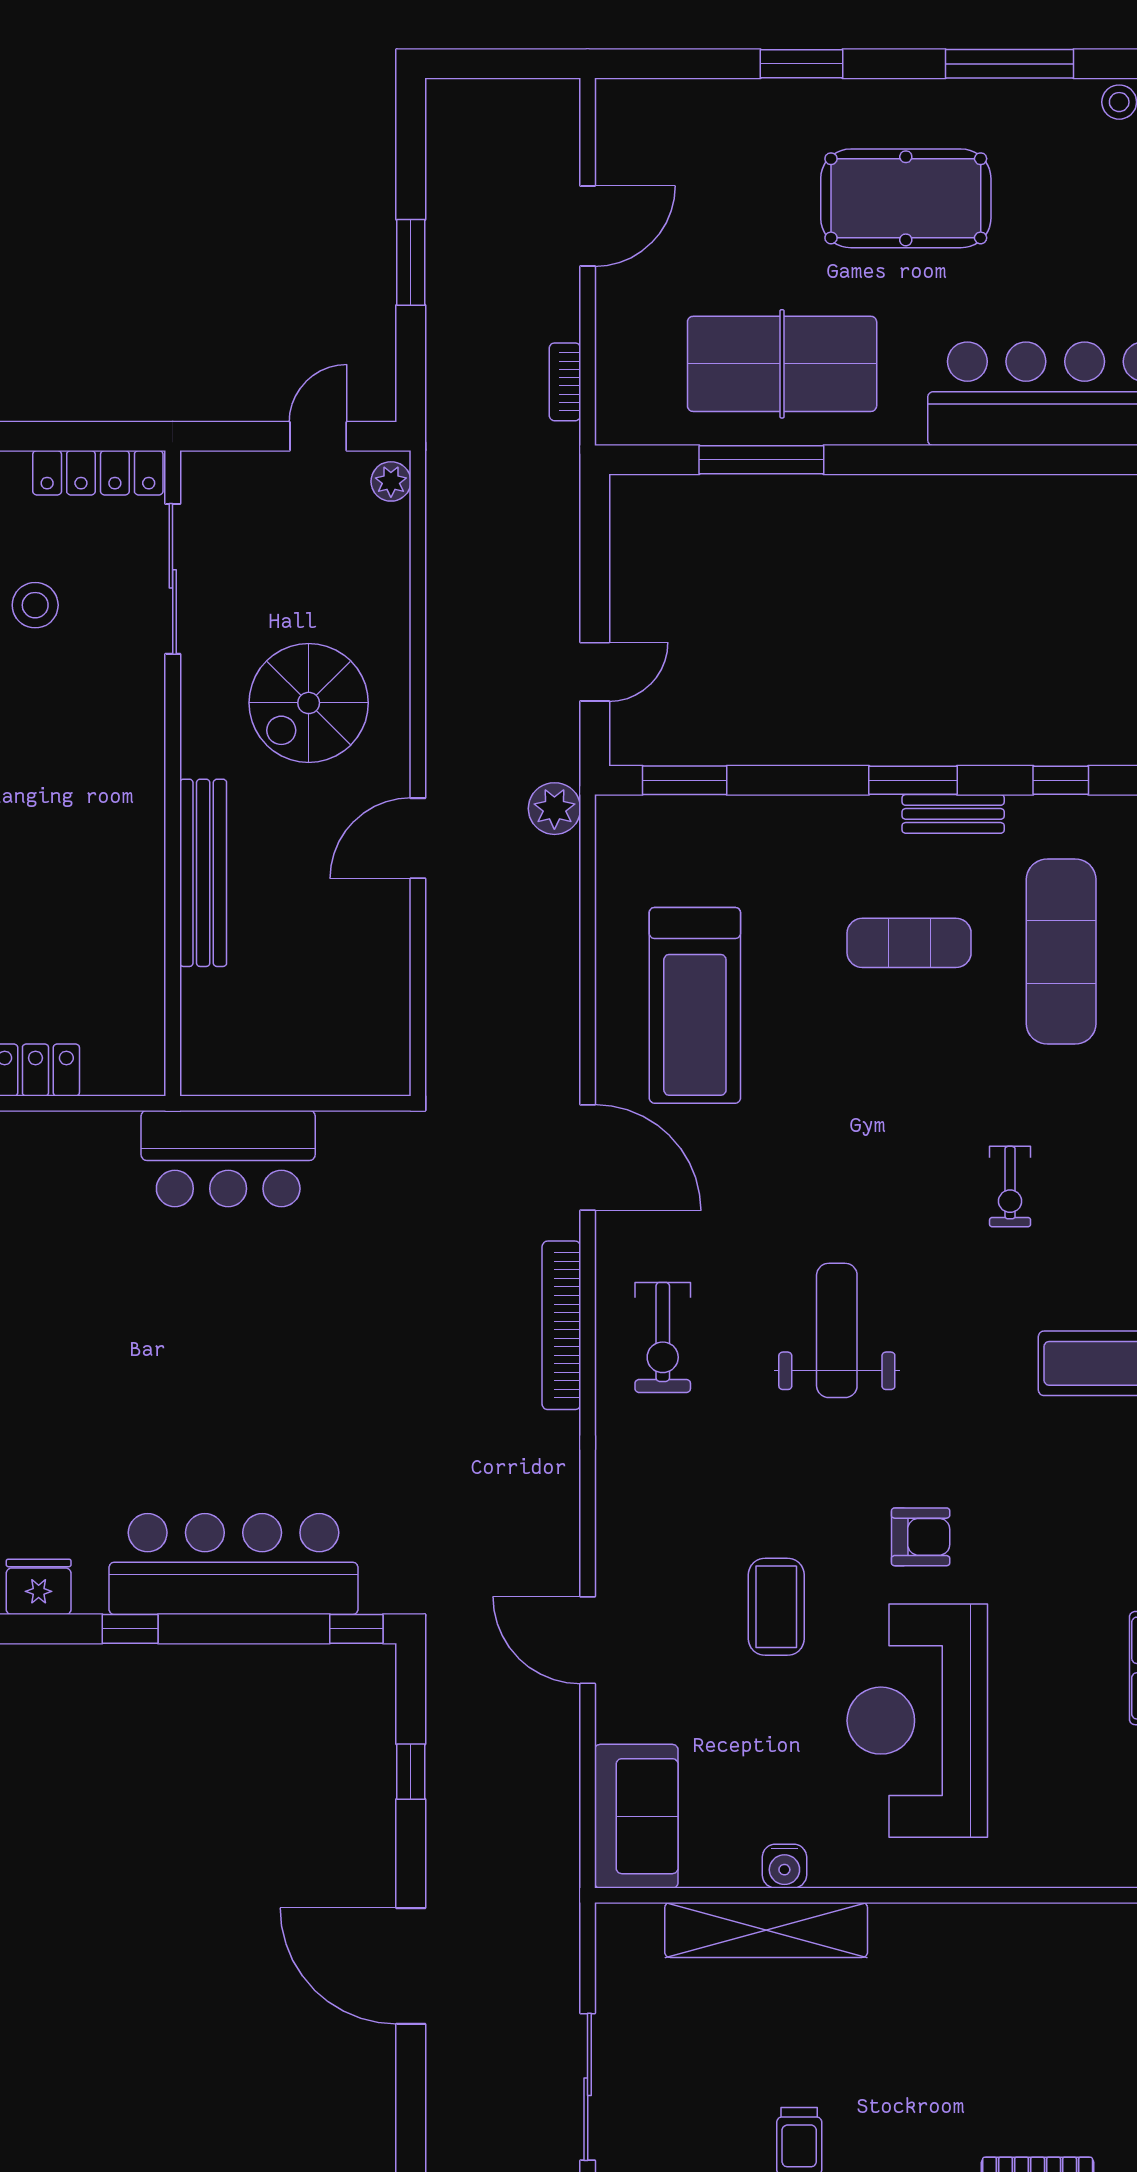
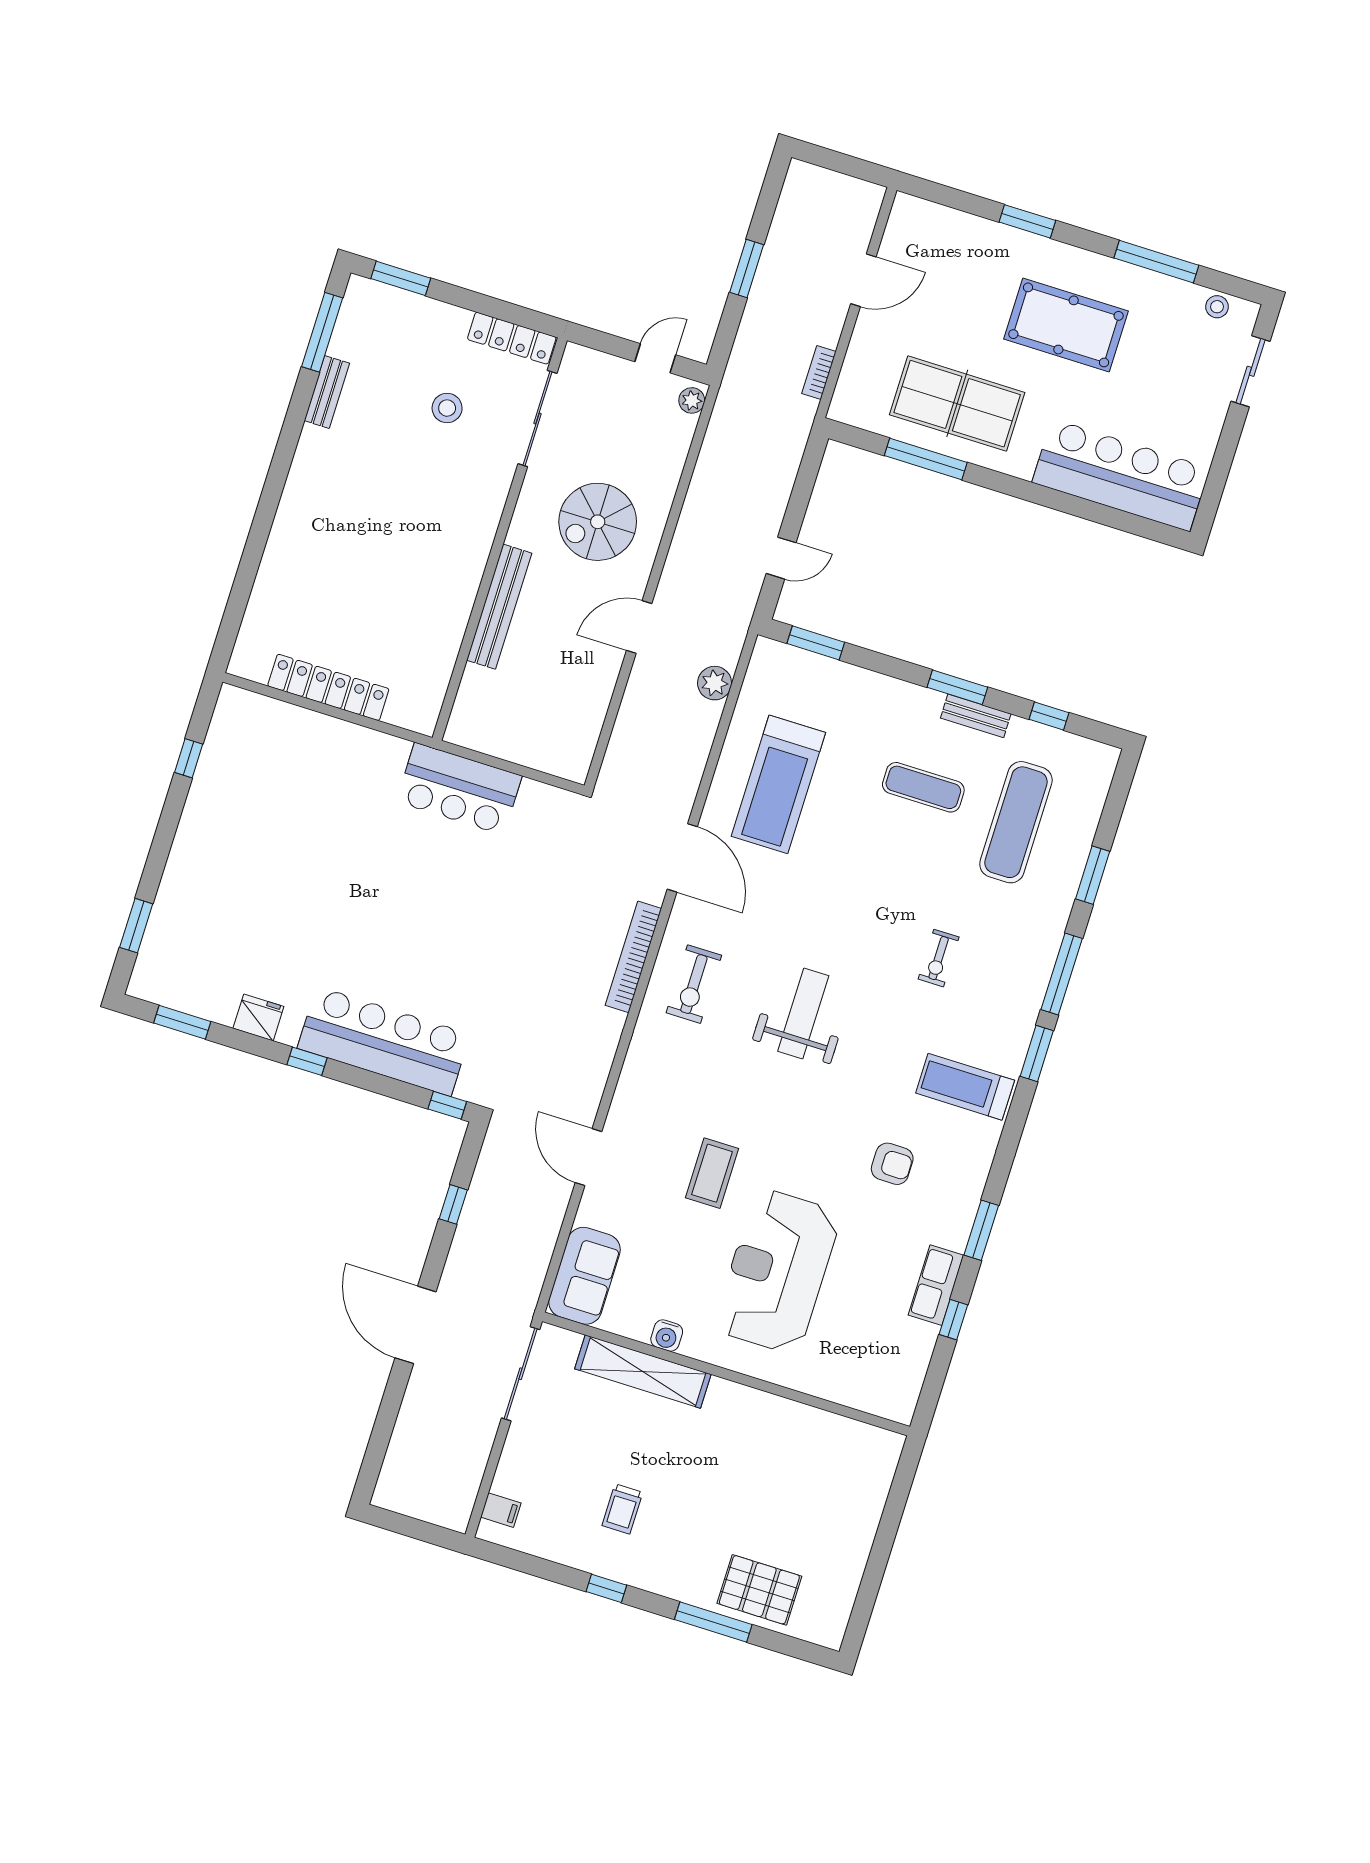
plant: (554, 809) -> (715, 683), moved
armchair: (921, 1537) -> (892, 1164), moved
sliding door: (588, 2087) -> (521, 1374), moved

